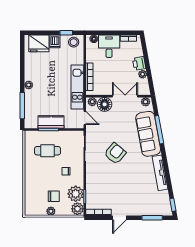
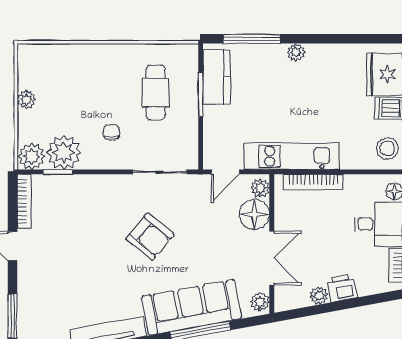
kitchen counter: (51, 122) -> (217, 77), moved
chair: (54, 196) -> (58, 106), removed

